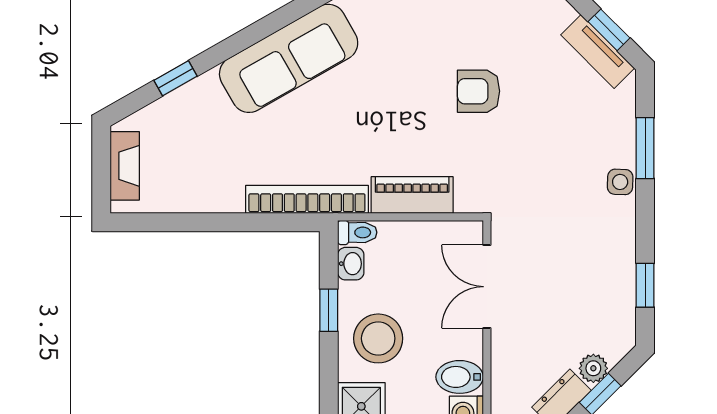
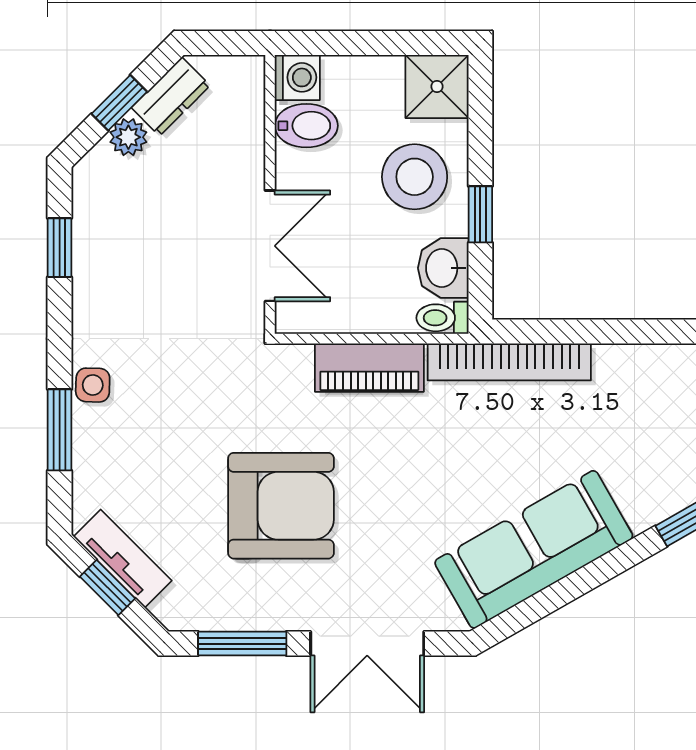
armchair: (479, 91) -> (281, 506), width x1.88, depth x1.88
washbasin: (351, 264) -> (443, 268), width x1.38, depth x1.45

